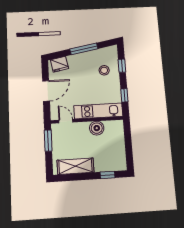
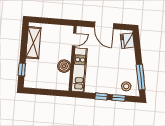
window: (84, 49) -> (141, 77), moved
stool: (104, 70) -> (126, 86), moved
window: (124, 95) -> (101, 97), moved
window: (48, 141) -> (59, 22), removed

